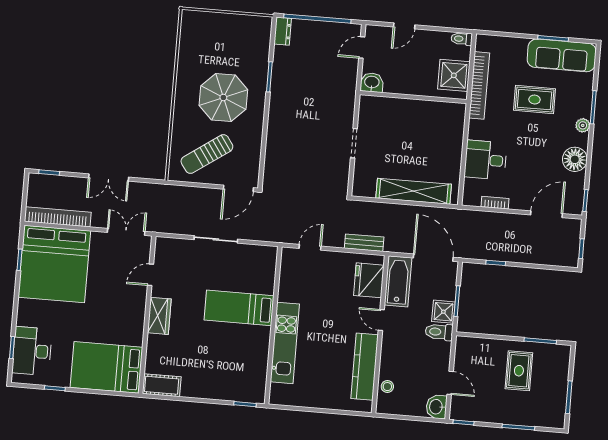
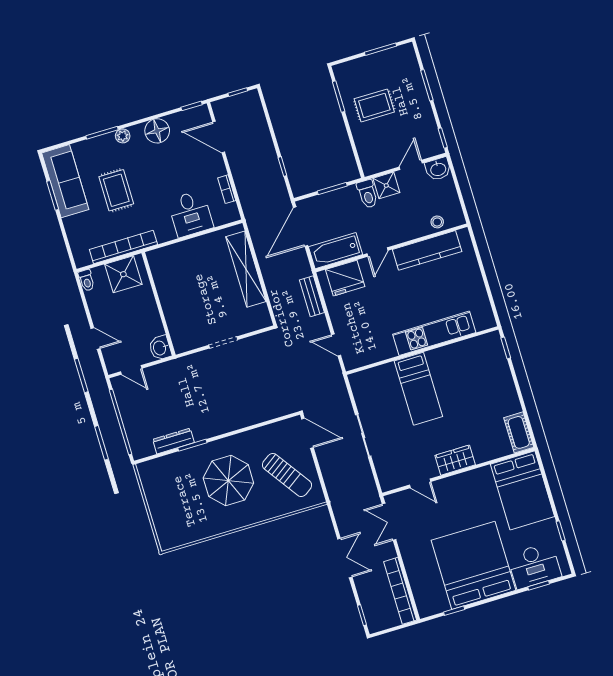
dresser: (283, 31) -> (173, 441), moved, width x1.44
bed: (54, 264) -> (473, 565), moved, turned -90
shower: (443, 312) -> (386, 185), moved

